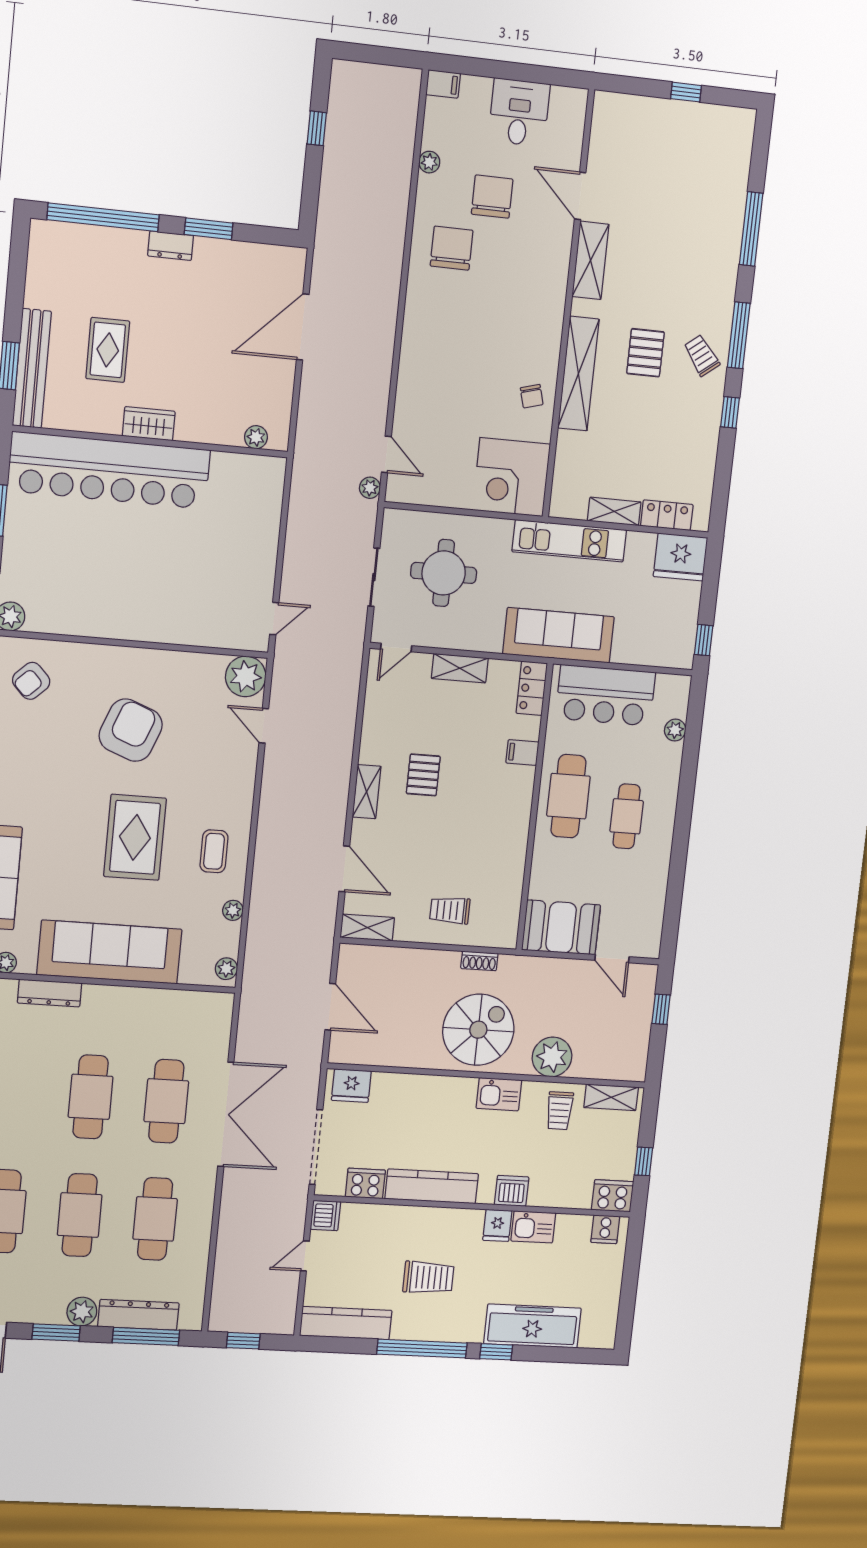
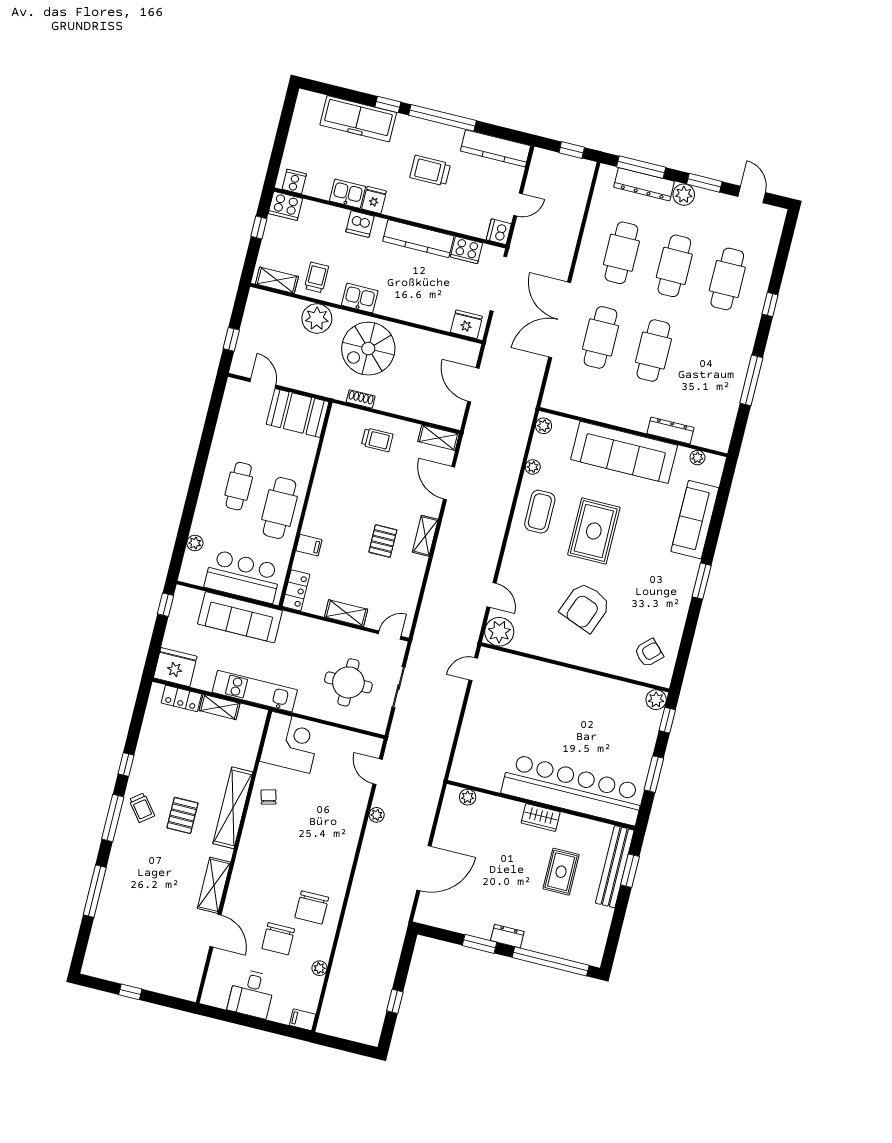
plant: (370, 488) -> (377, 815), moved
sofa: (558, 635) -> (240, 617), moved
coffee table: (214, 851) -> (540, 512), width x1.36, depth x1.30

